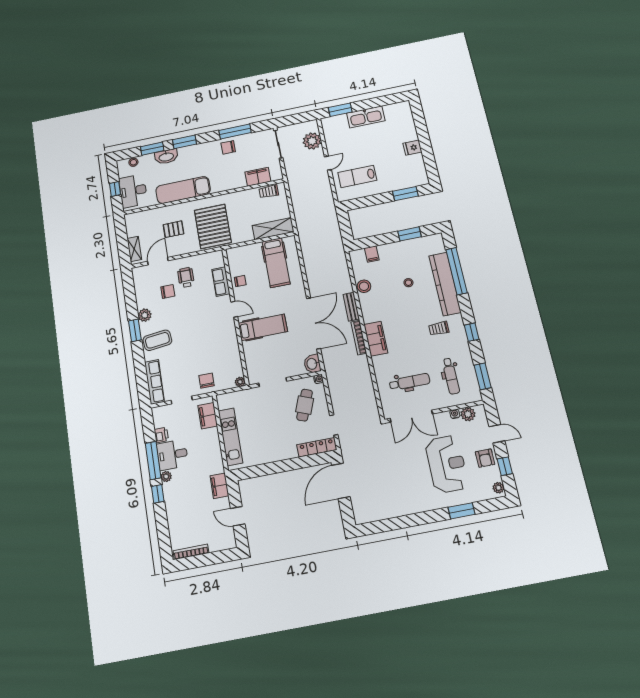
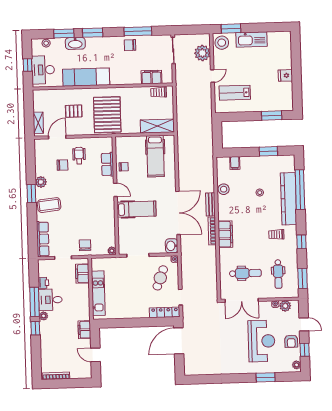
stool: (332, 126) -> (222, 43), added

